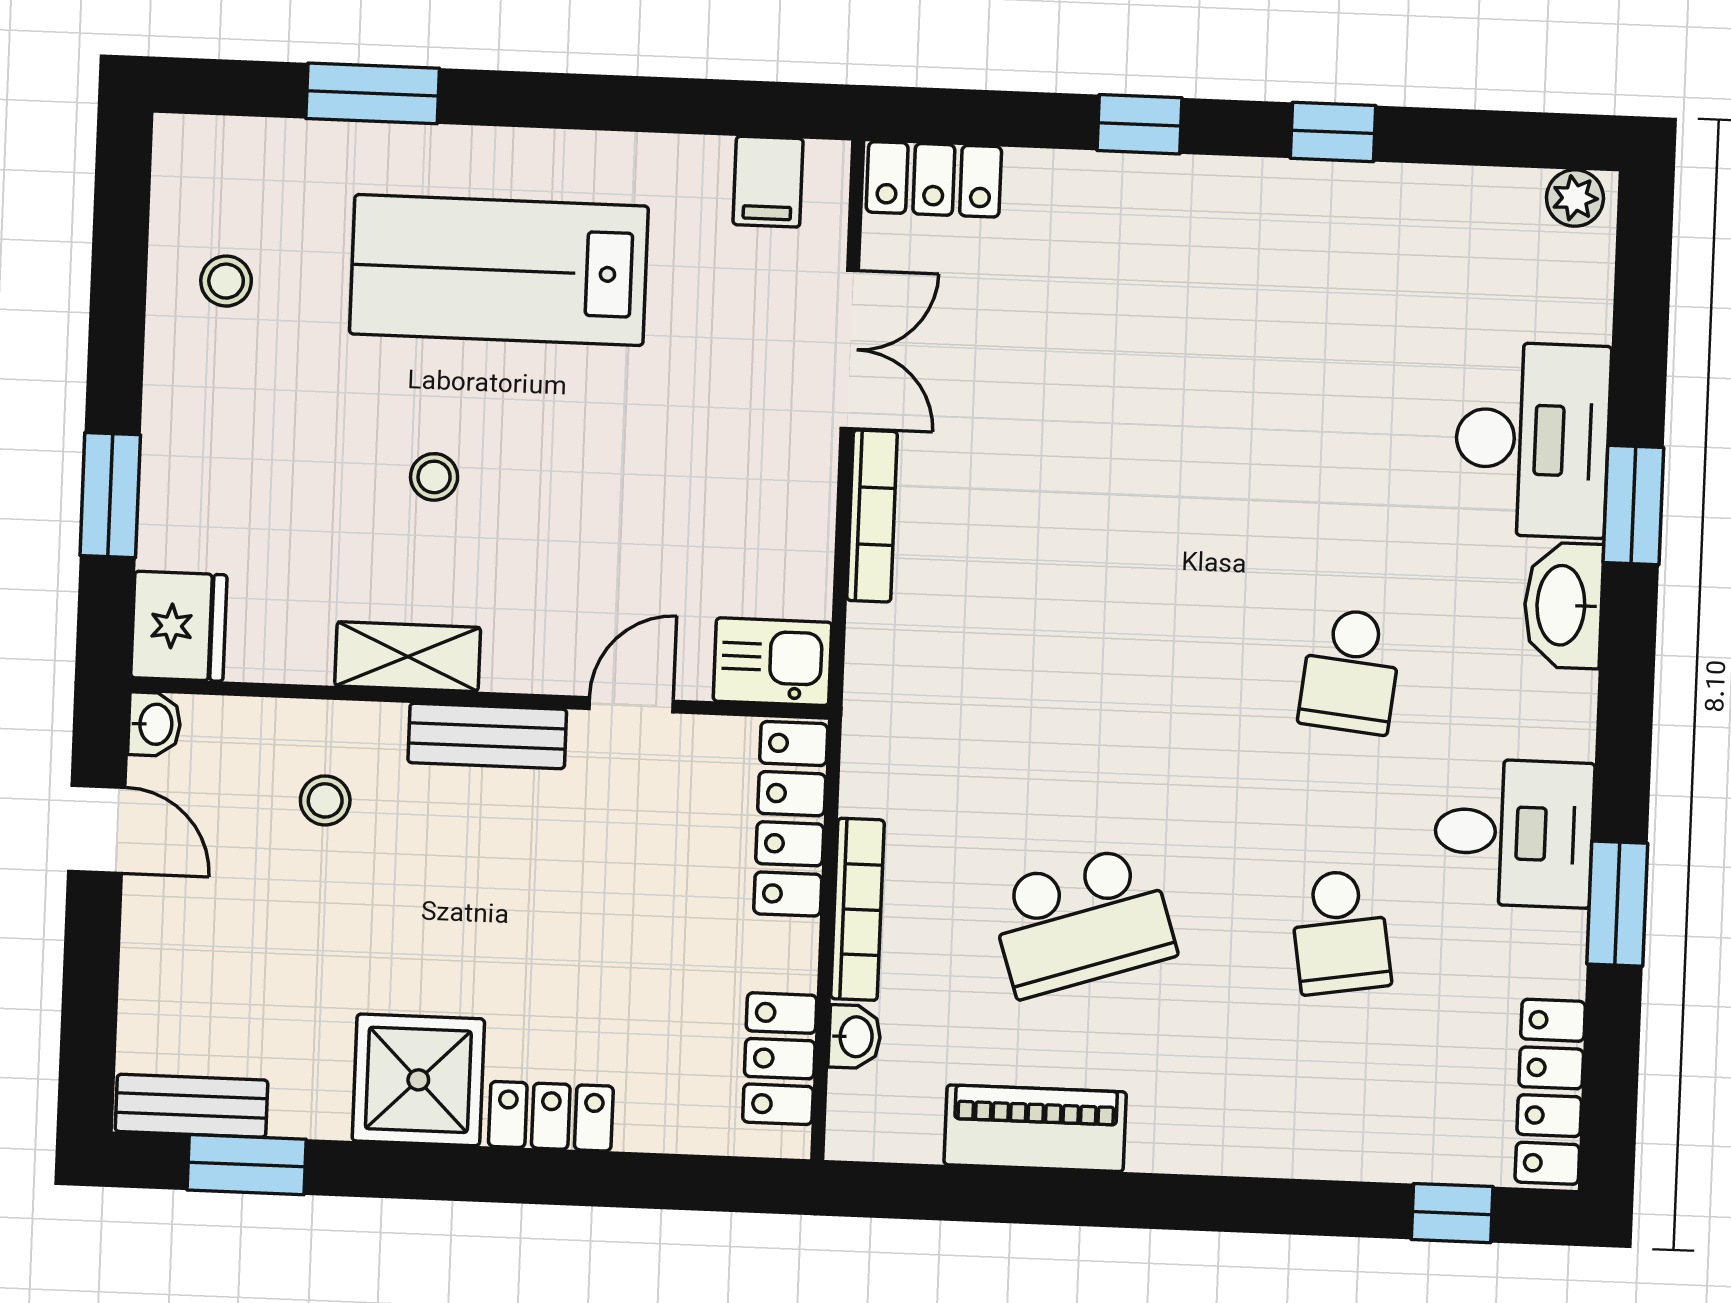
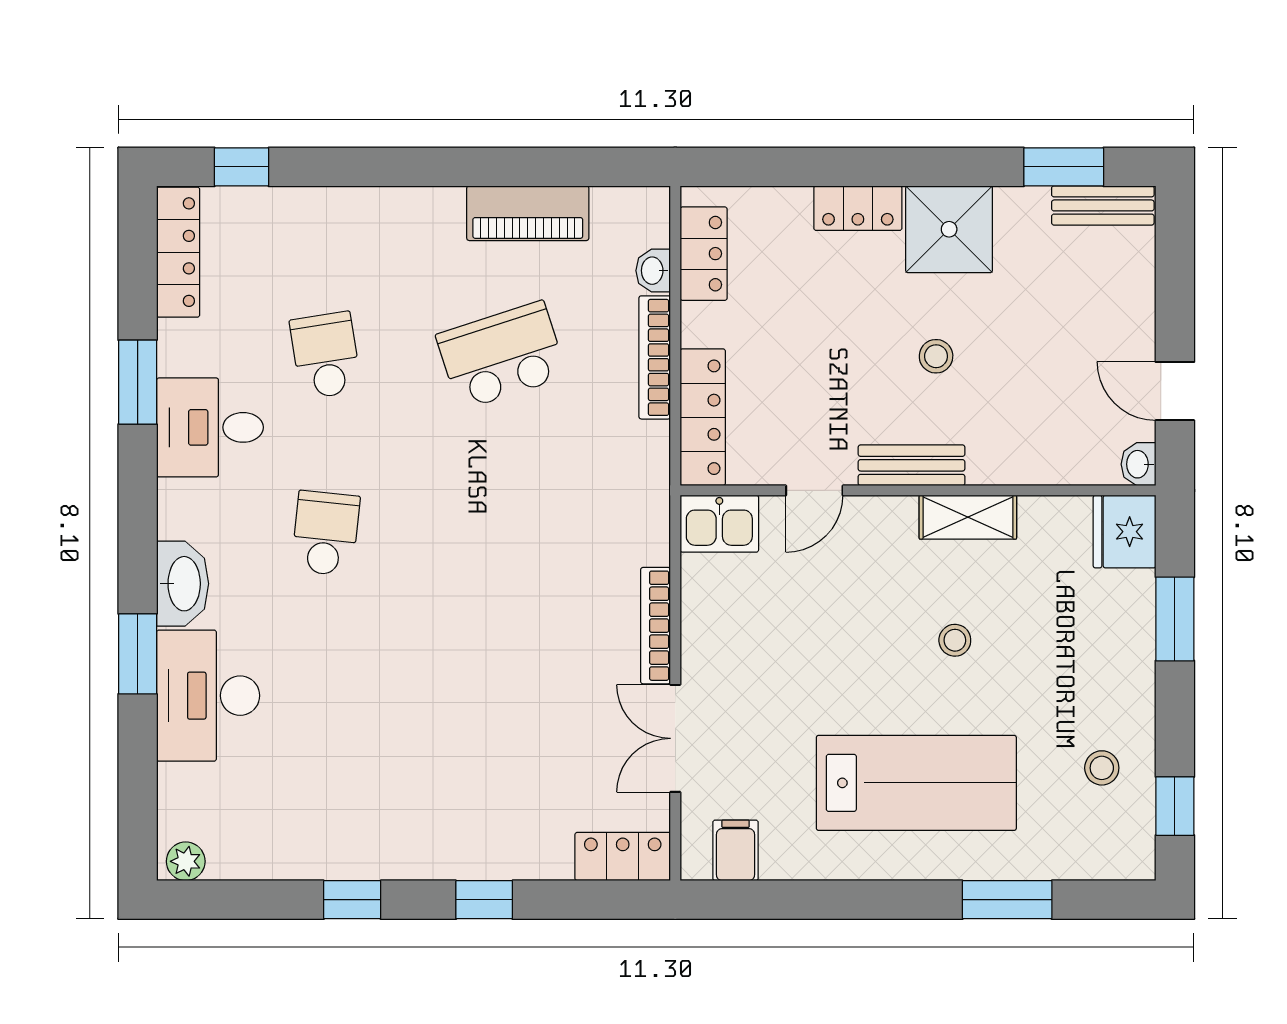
window: (121, 221) -> (1175, 806), added
stool: (325, 800) -> (936, 356), moved

